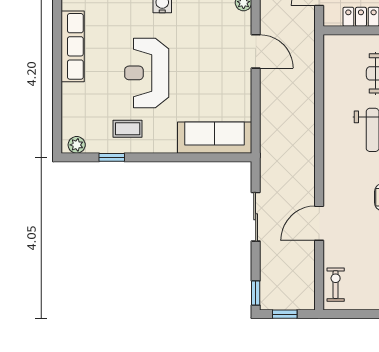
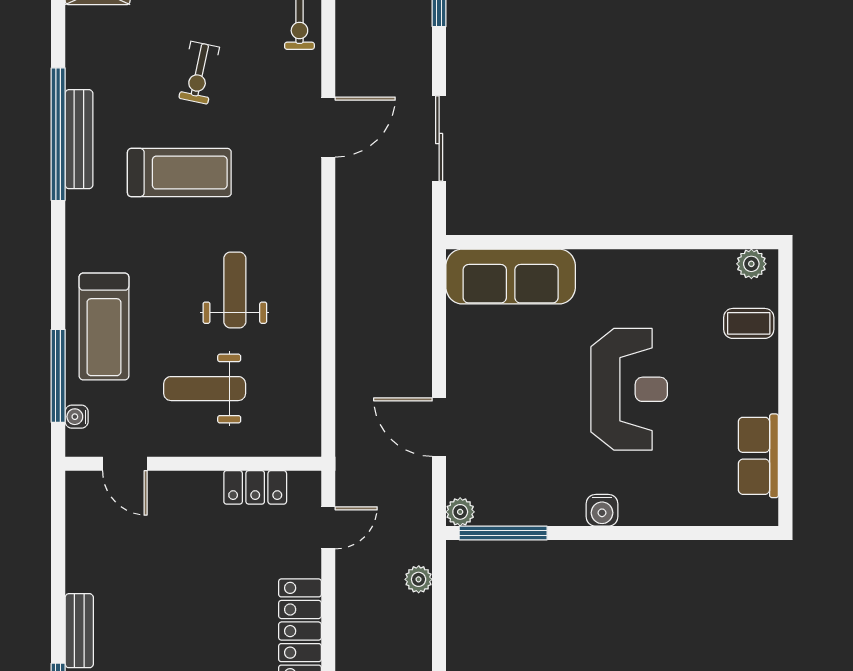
row of seats: (73, 46) -> (758, 456), width x0.68
coffee table: (128, 129) -> (749, 323), moved
window: (112, 157) -> (690, 242), removed

